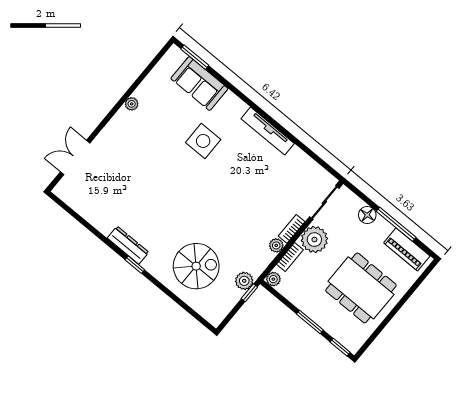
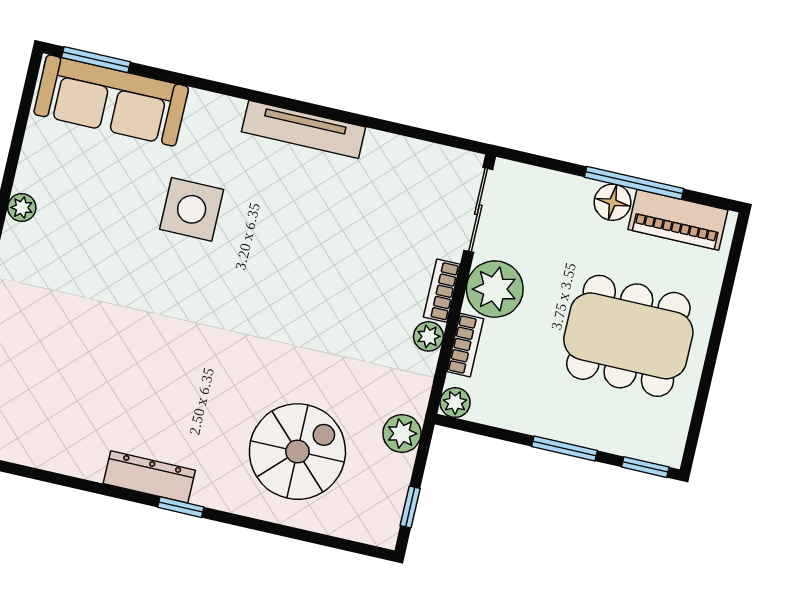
sofa: (199, 83) -> (111, 100), width x1.36
floor lamp: (367, 215) -> (613, 202), moved
window: (249, 293) -> (410, 507), moved

